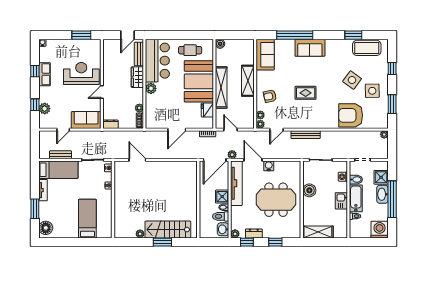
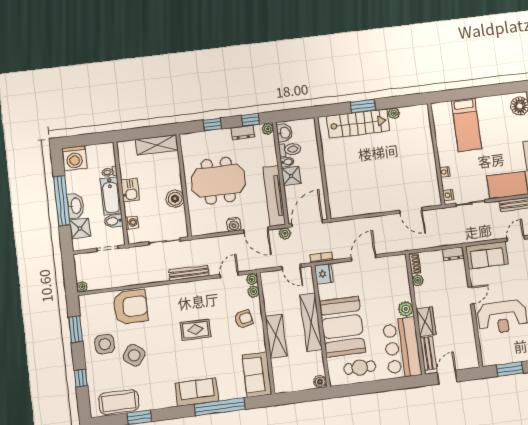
fridge: (207, 110) -> (324, 274), moved

